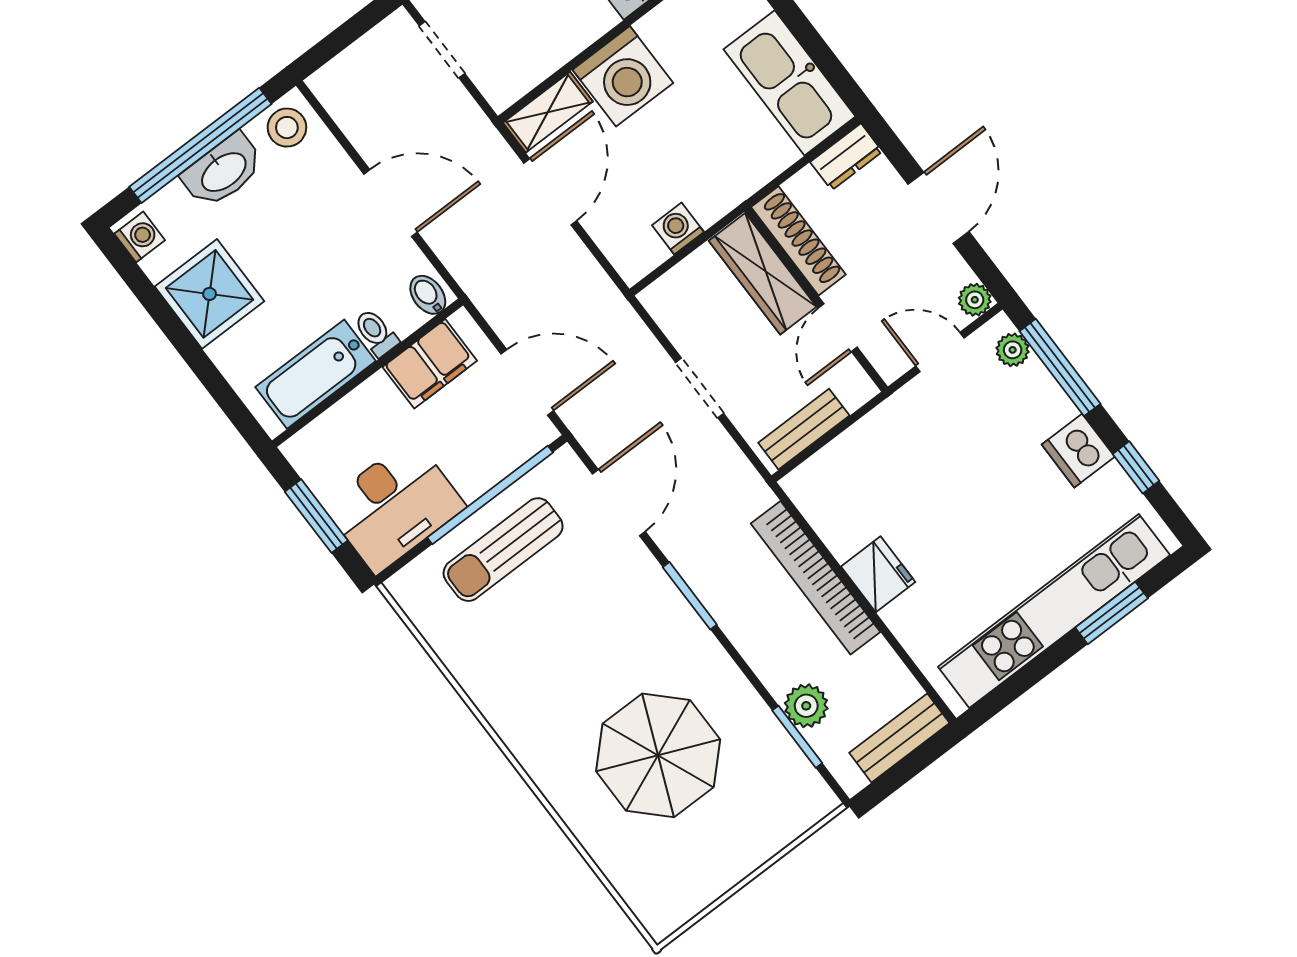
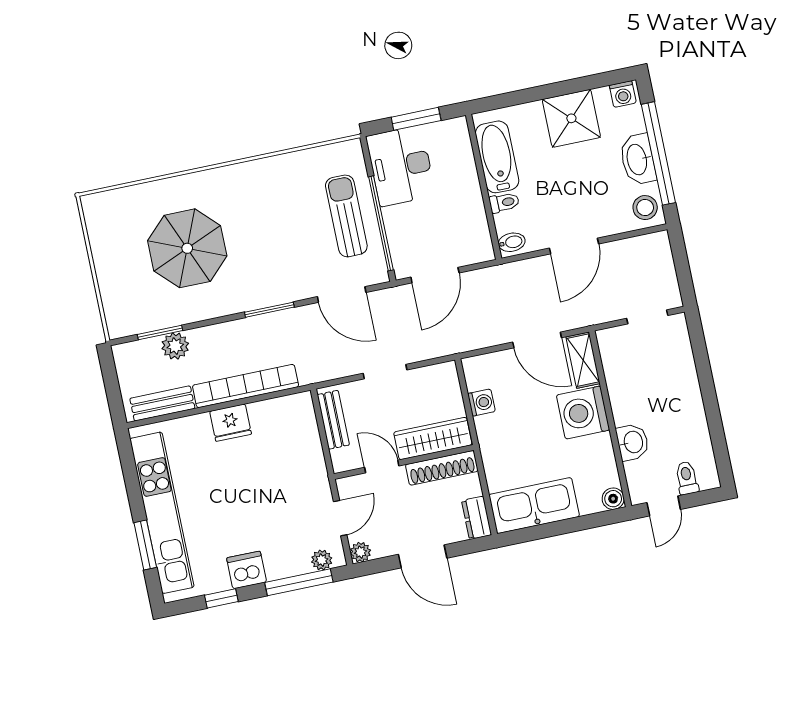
filing cabinet: (430, 364) -> (472, 225), removed
bench: (899, 738) -> (162, 403), moved, turned 90

